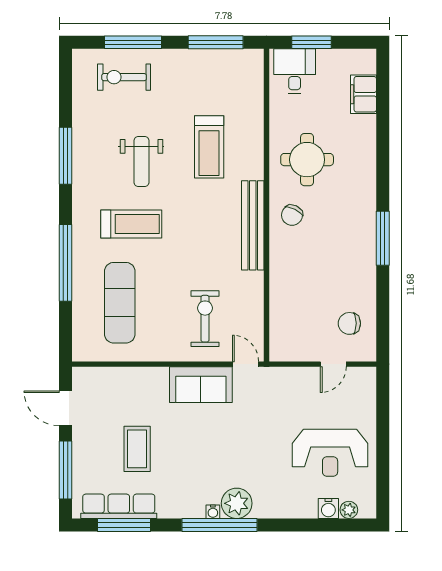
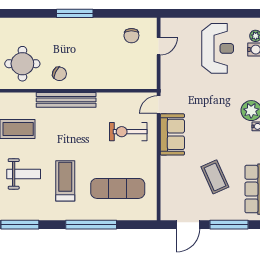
door: (333, 364) -> (159, 46), hinge flipped
coffee table: (137, 449) -> (215, 177), turned 66

